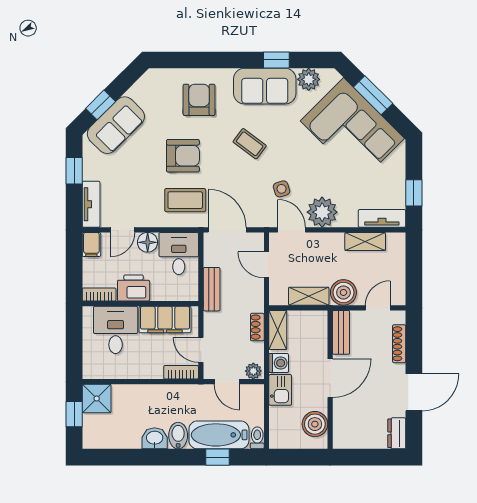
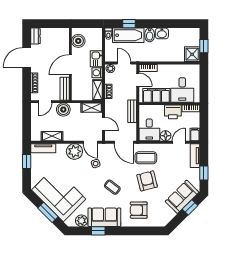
armchair: (199, 100) -> (139, 210), turned 90
armchair: (183, 156) -> (147, 181), turned 76
shelving: (309, 296) -> (92, 108), moved

